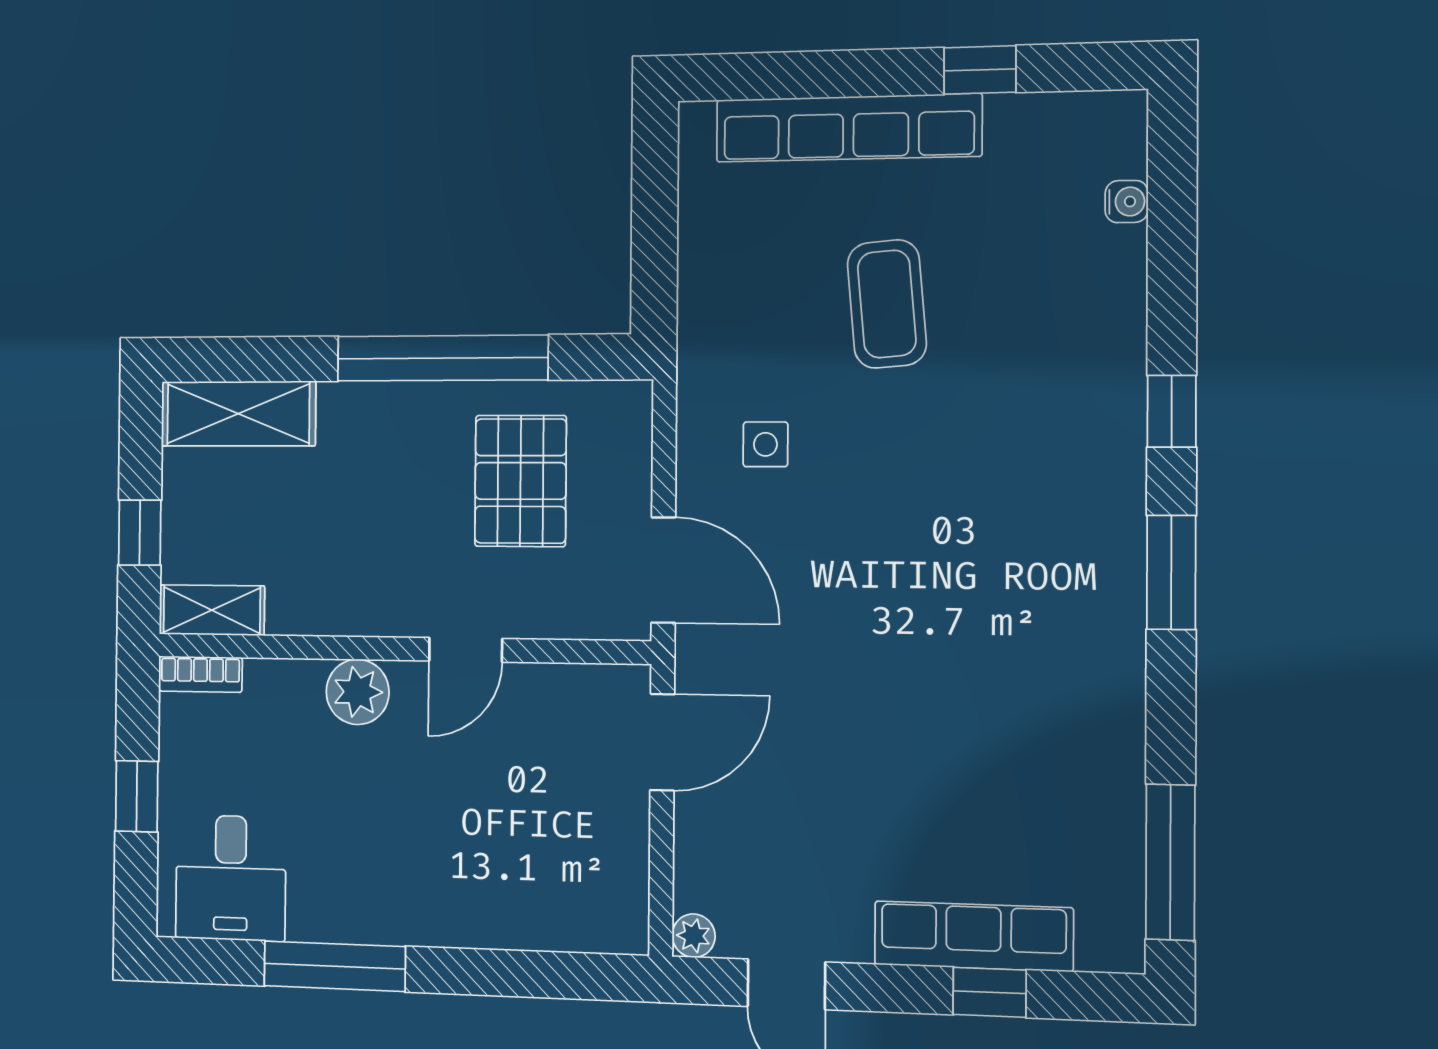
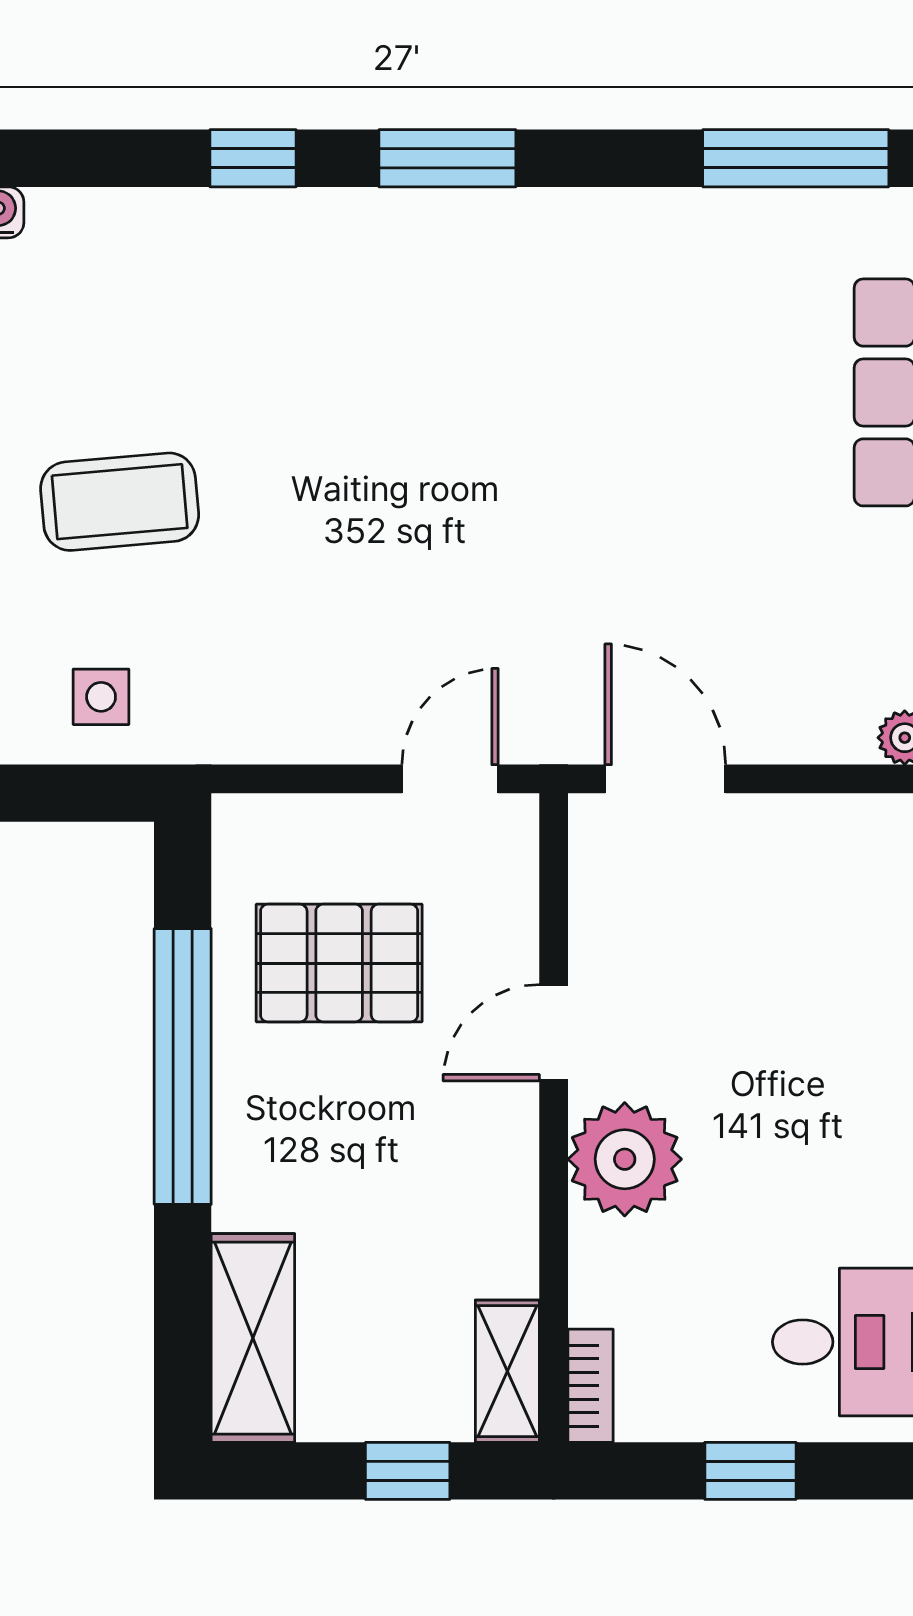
side table: (765, 444) -> (101, 697), moved
door: (663, 570) -> (450, 779), width x0.73
door: (466, 650) -> (554, 1033), swing flipped
plant: (358, 692) -> (625, 1159), width x1.36, depth x1.36

